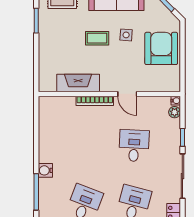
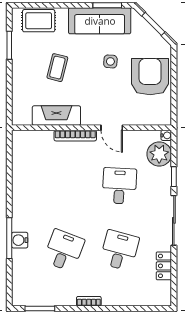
coffee table: (97, 38) -> (57, 68), moved, turned -76
plant: (175, 112) -> (159, 154), width x1.87, depth x1.87
water cooler: (45, 170) -> (20, 240), moved

